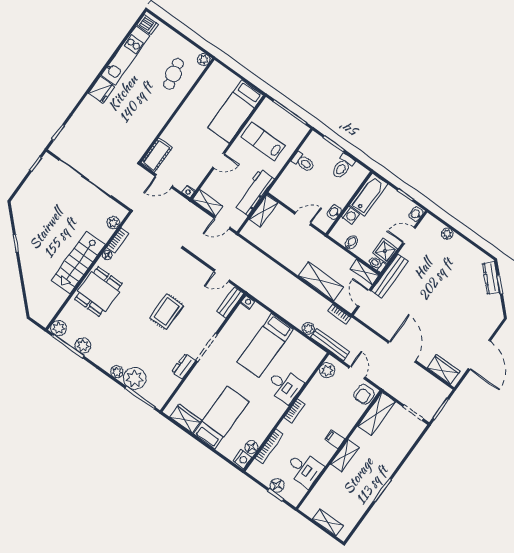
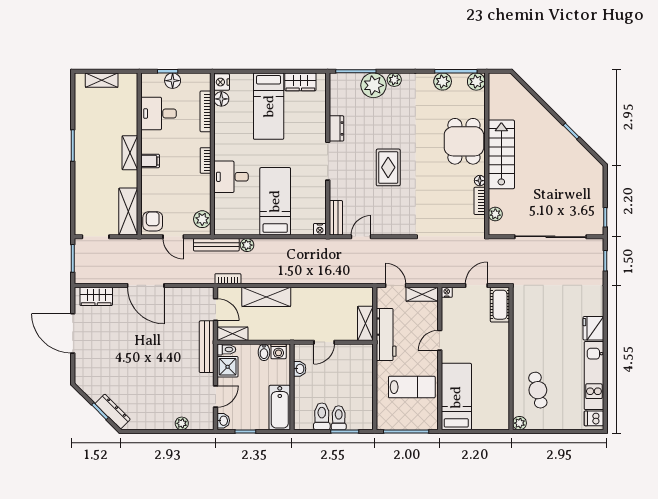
toilet: (303, 162) -> (339, 418), moved, turned 90
washing machine: (350, 215) -> (279, 351), moved, turned -90
door: (222, 223) -> (396, 285), hinge flipped

